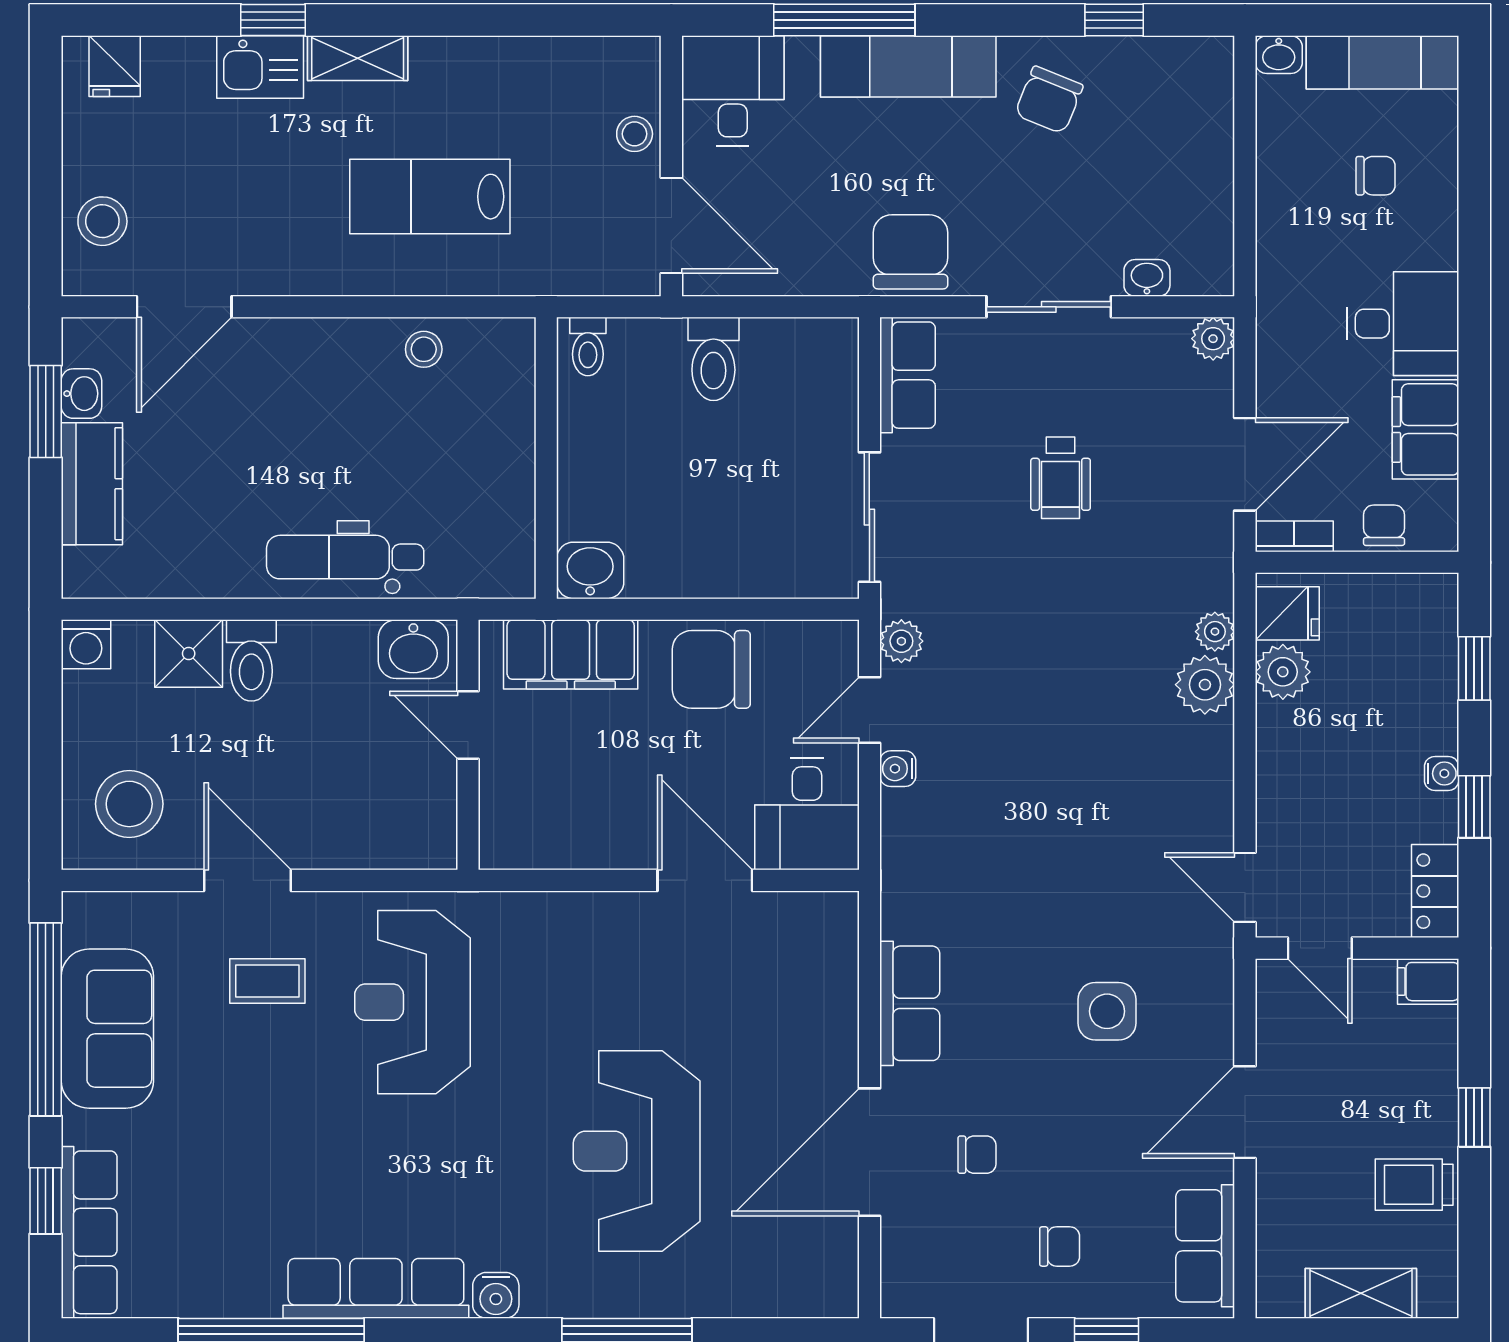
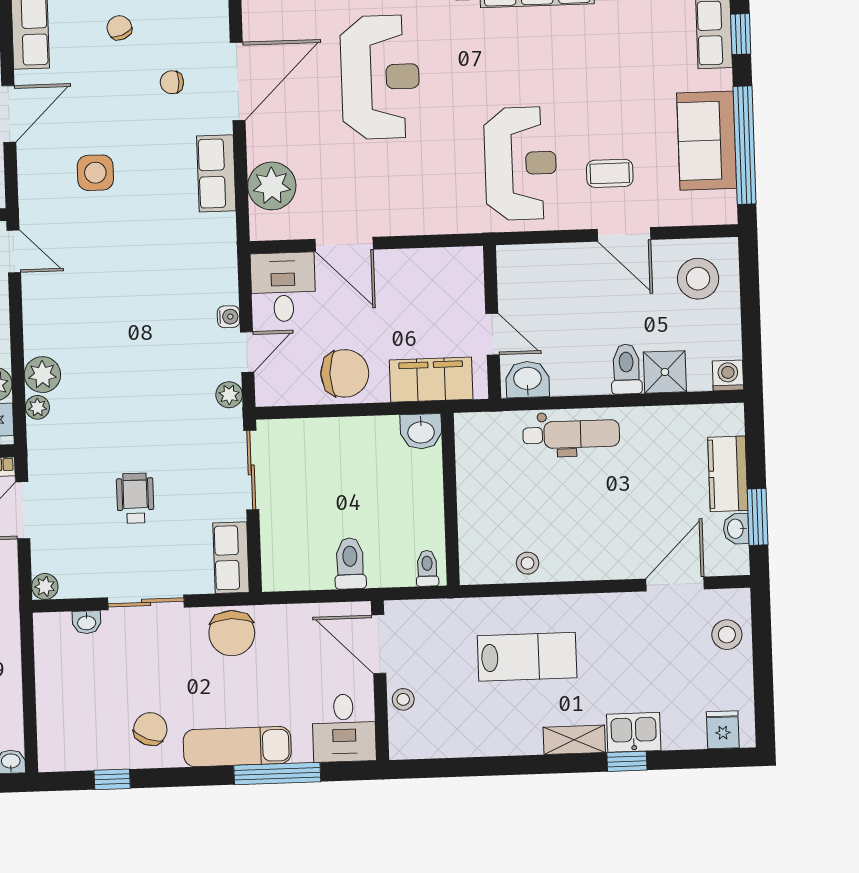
plant: (820, 980) -> (272, 186), added
chair: (1060, 1246) -> (119, 28), turned 68

